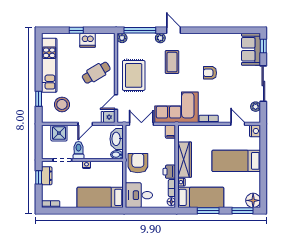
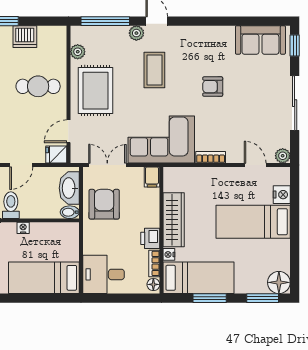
plant: (122, 38) -> (78, 52), moved
sofa: (251, 49) -> (260, 40), moved, turned -90
cafe table: (96, 73) -> (38, 86), turned 31
plant: (256, 107) -> (283, 156), moved
nightstand: (255, 131) -> (282, 195), moved
armchair: (138, 163) -> (104, 204), moved

